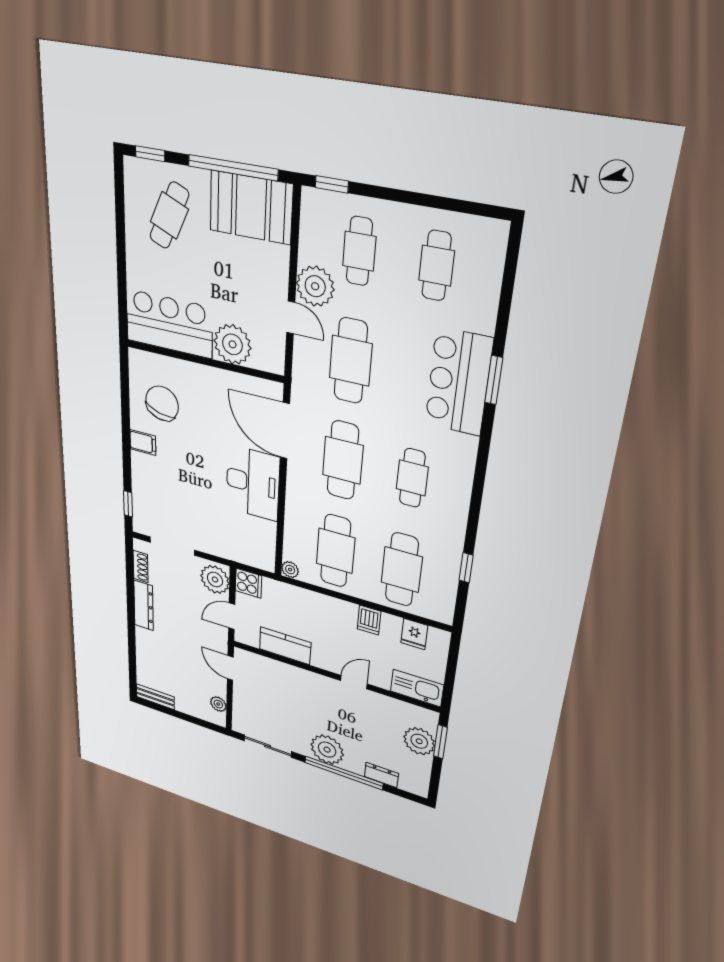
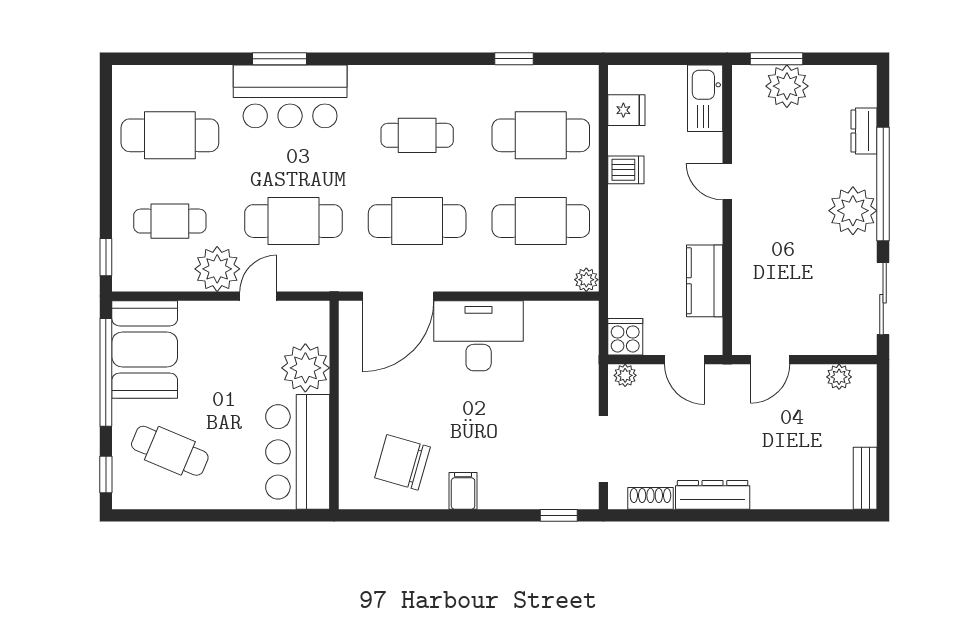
cafe table: (436, 266) -> (170, 135), width x1.37, depth x1.35
plant: (215, 579) -> (625, 375), width x0.53, depth x0.53

